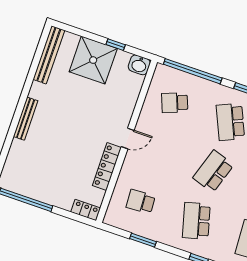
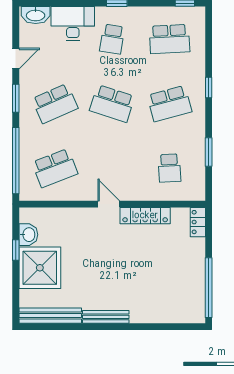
washbasin: (139, 65) -> (28, 235), moved
school desk: (175, 103) -> (55, 168), width x1.85
bench: (26, 119) -> (106, 317), moved

